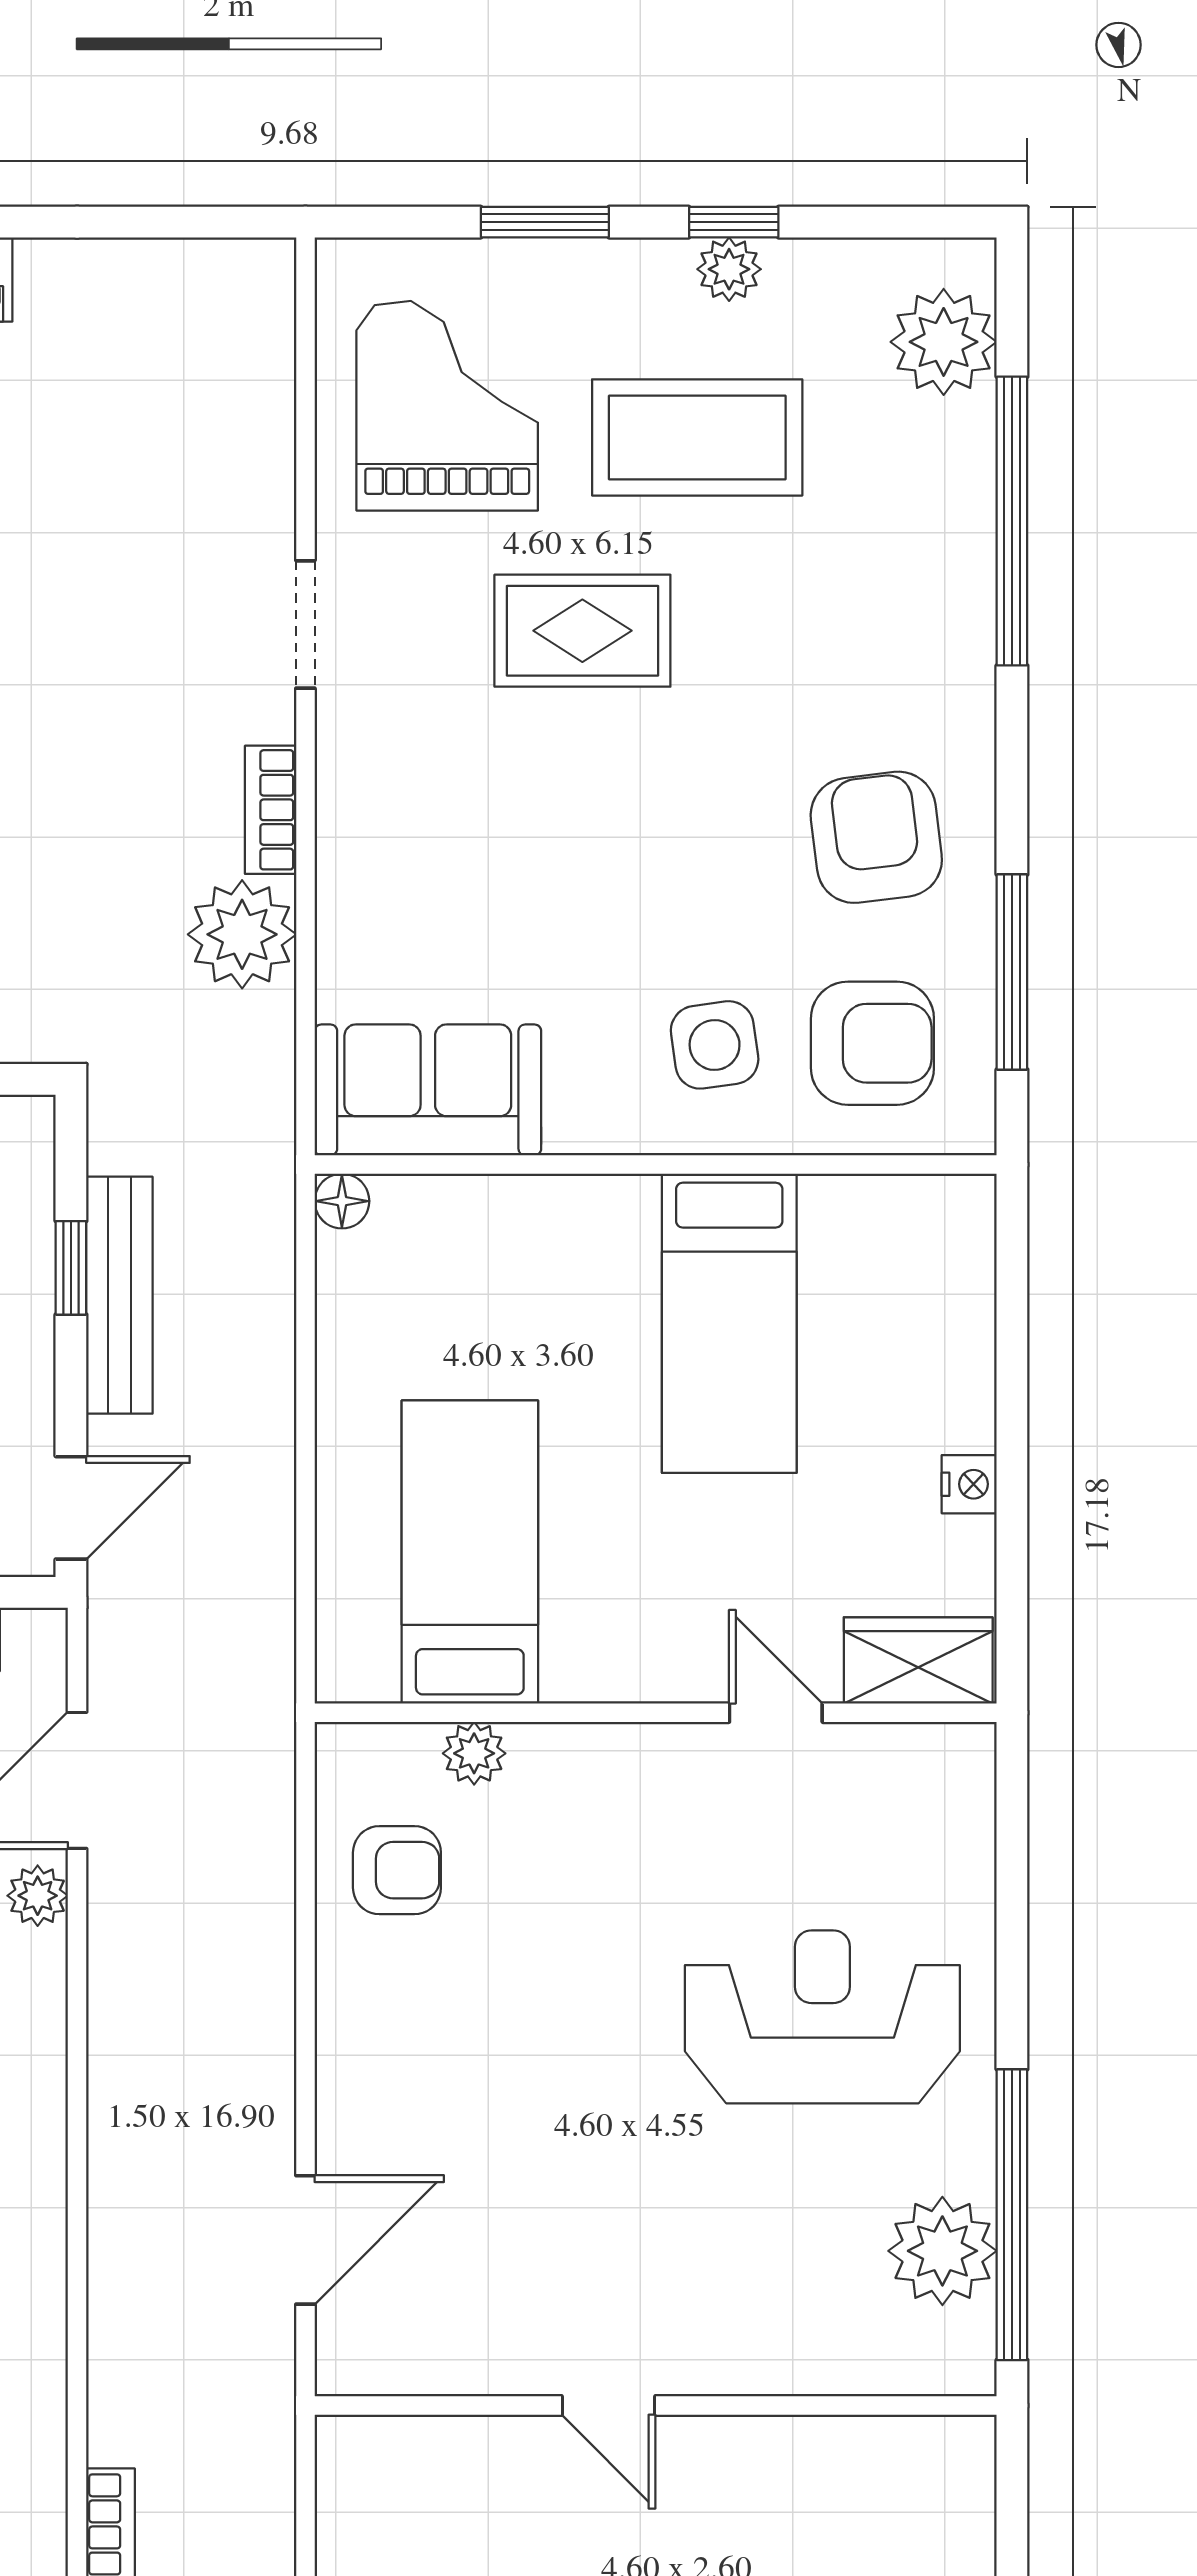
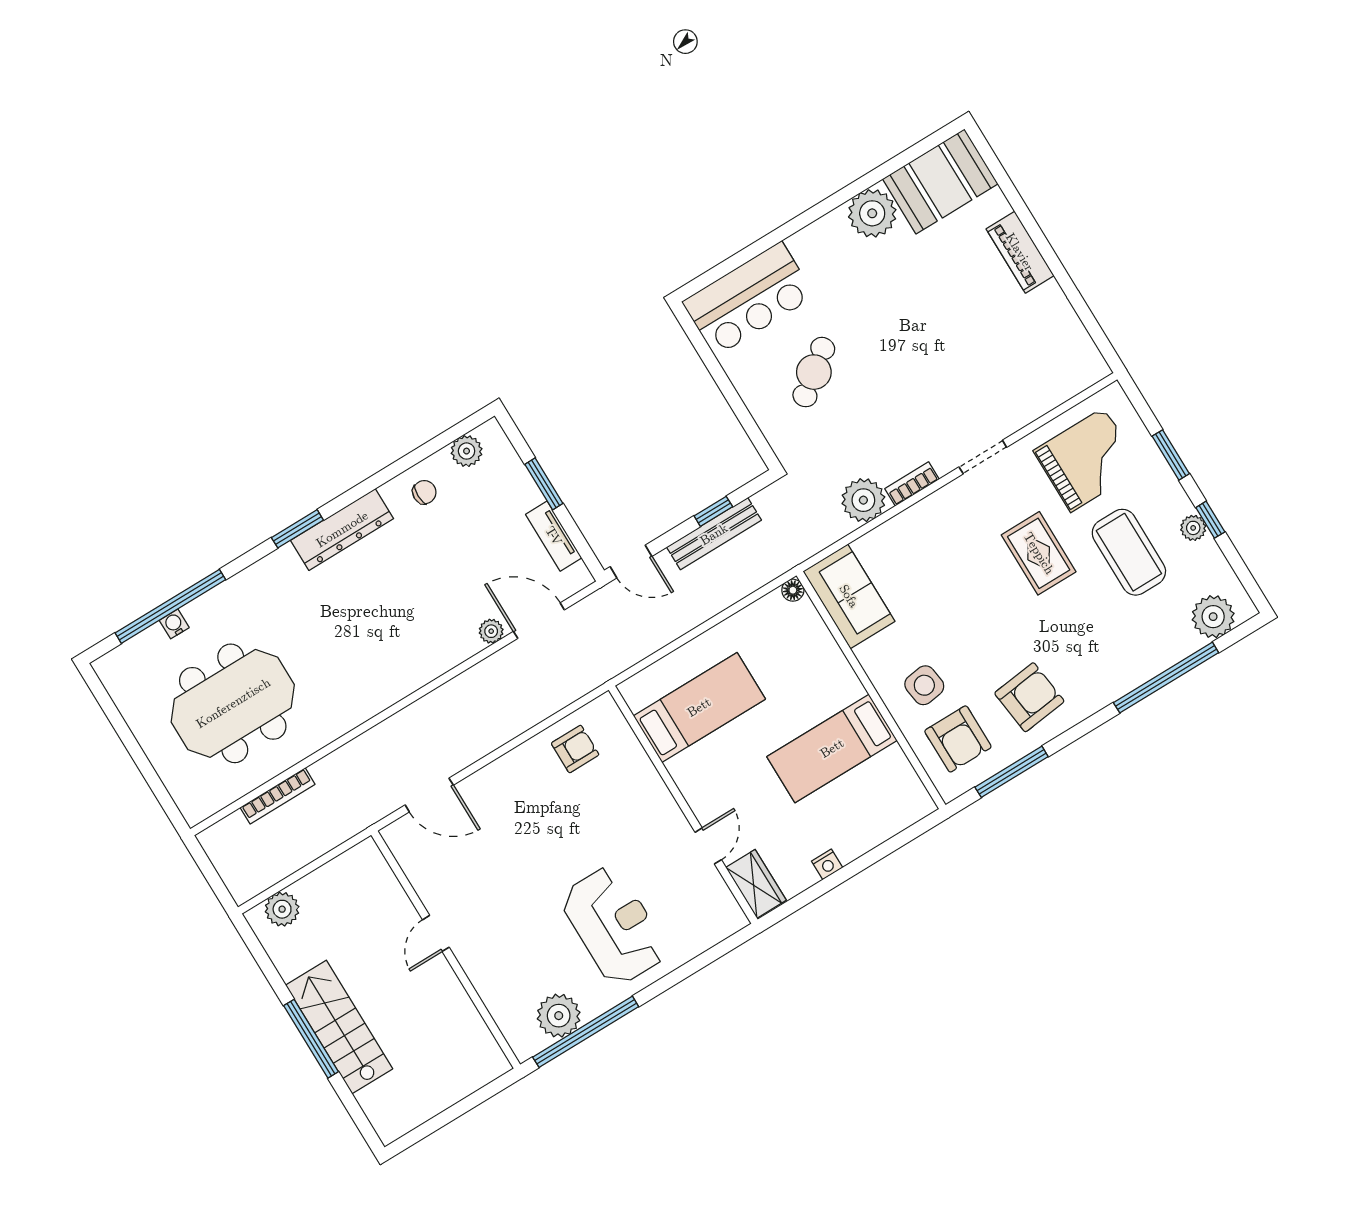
plant: (474, 1753) -> (631, 751), removed
armchair: (397, 1870) -> (575, 749), turned -90

